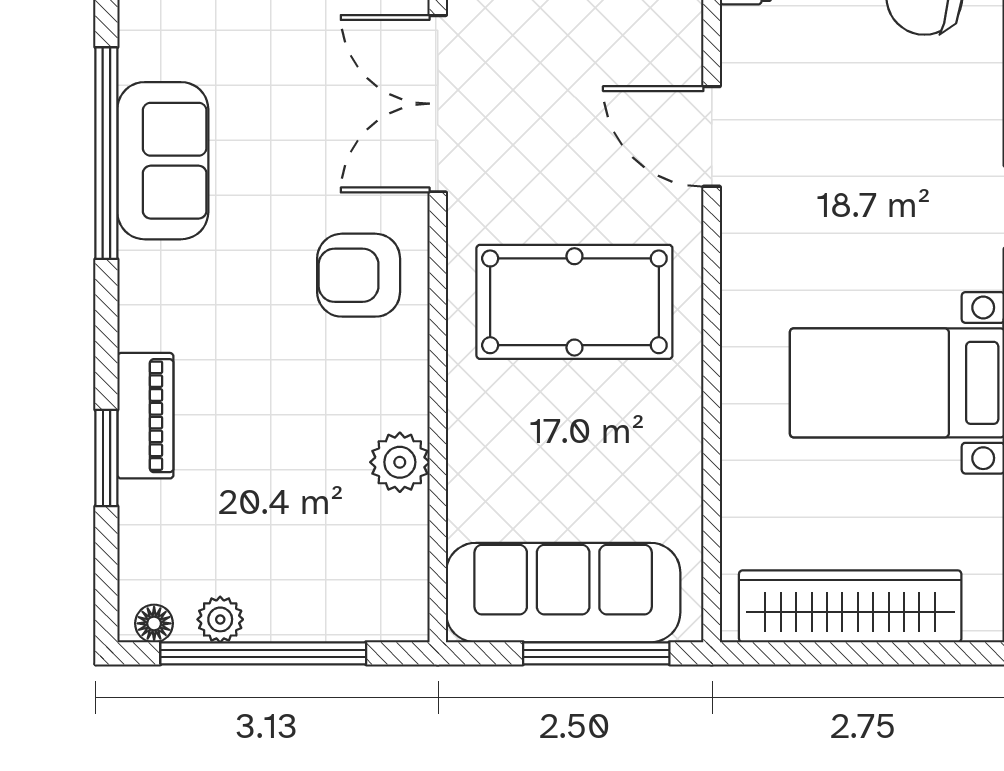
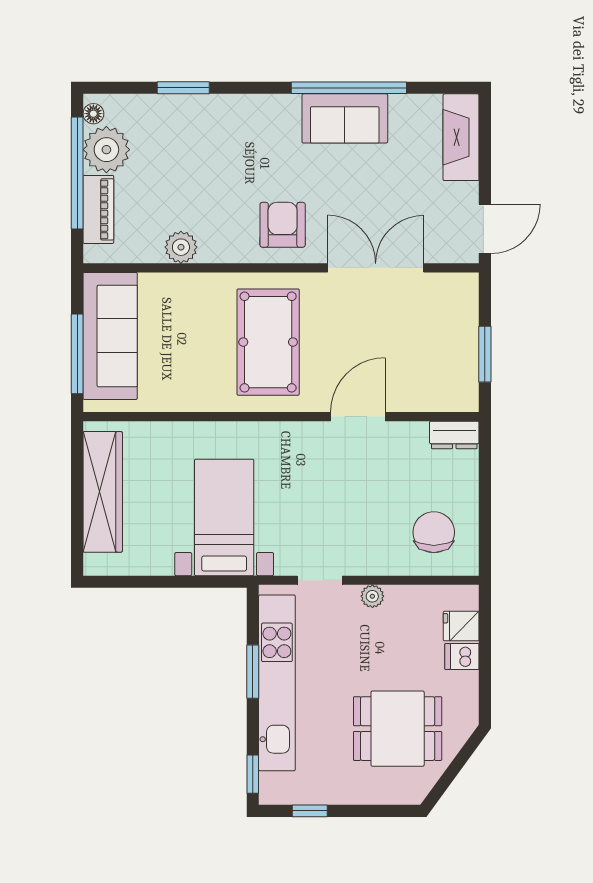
piano: (145, 416) -> (98, 209), moved, turned -90
plant: (220, 619) -> (106, 150), width x1.88, depth x1.88

